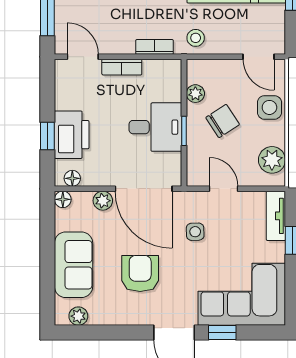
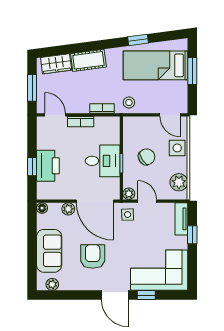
plant: (195, 94) -> (129, 194), moved
floor lamp: (72, 178) -> (48, 194), removed
side table: (195, 232) -> (128, 215), moved

